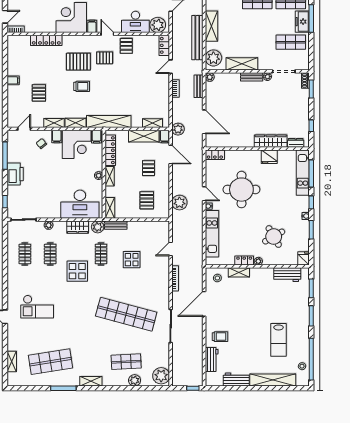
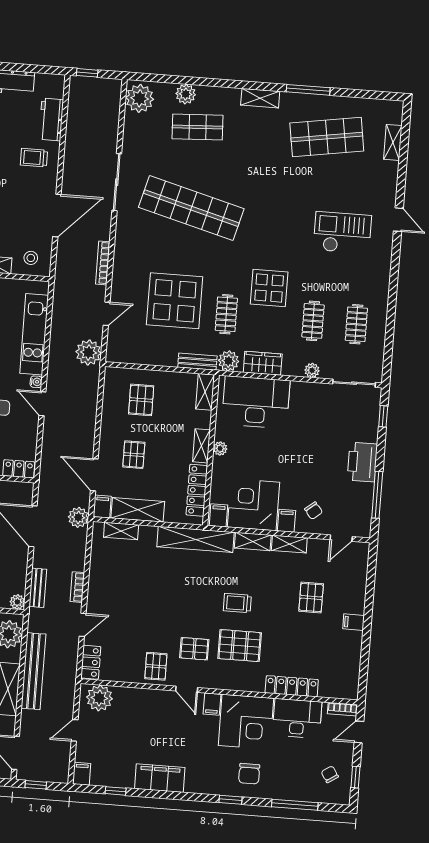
desk: (135, 22) -> (297, 718), moved
plant: (179, 203) -> (89, 352), moved
display table: (132, 260) -> (175, 301), width x1.86, depth x1.86

